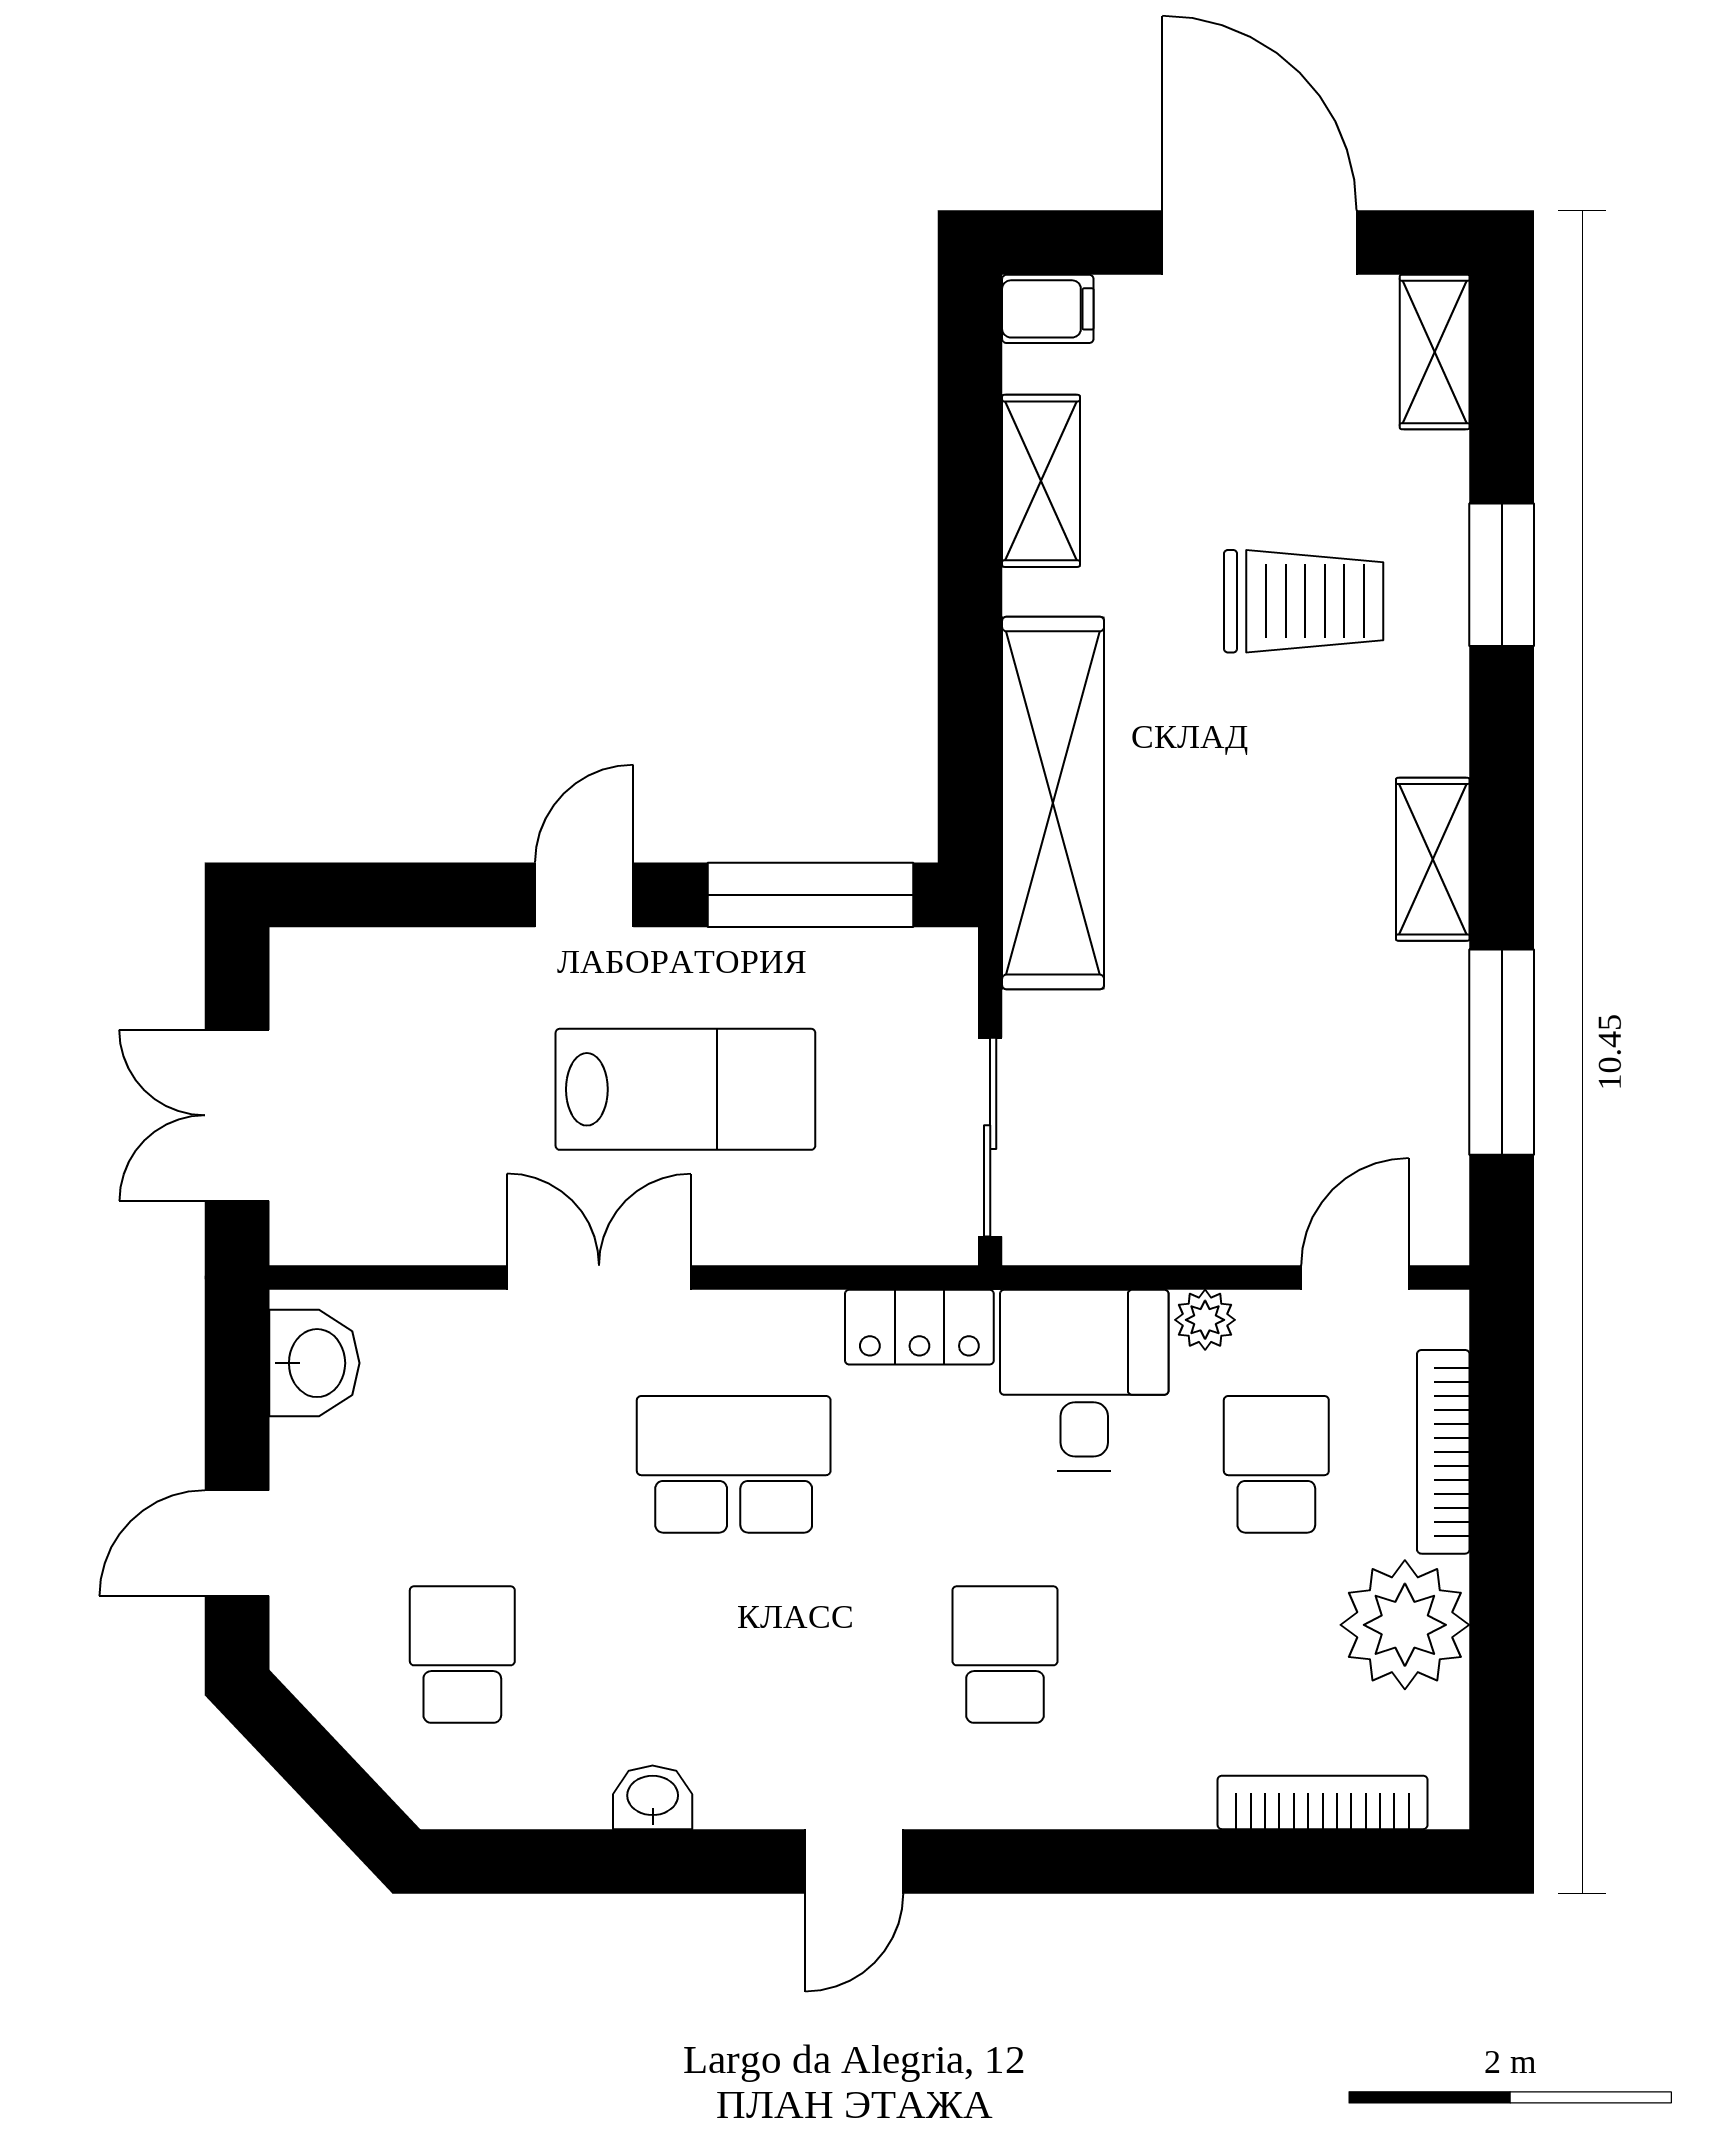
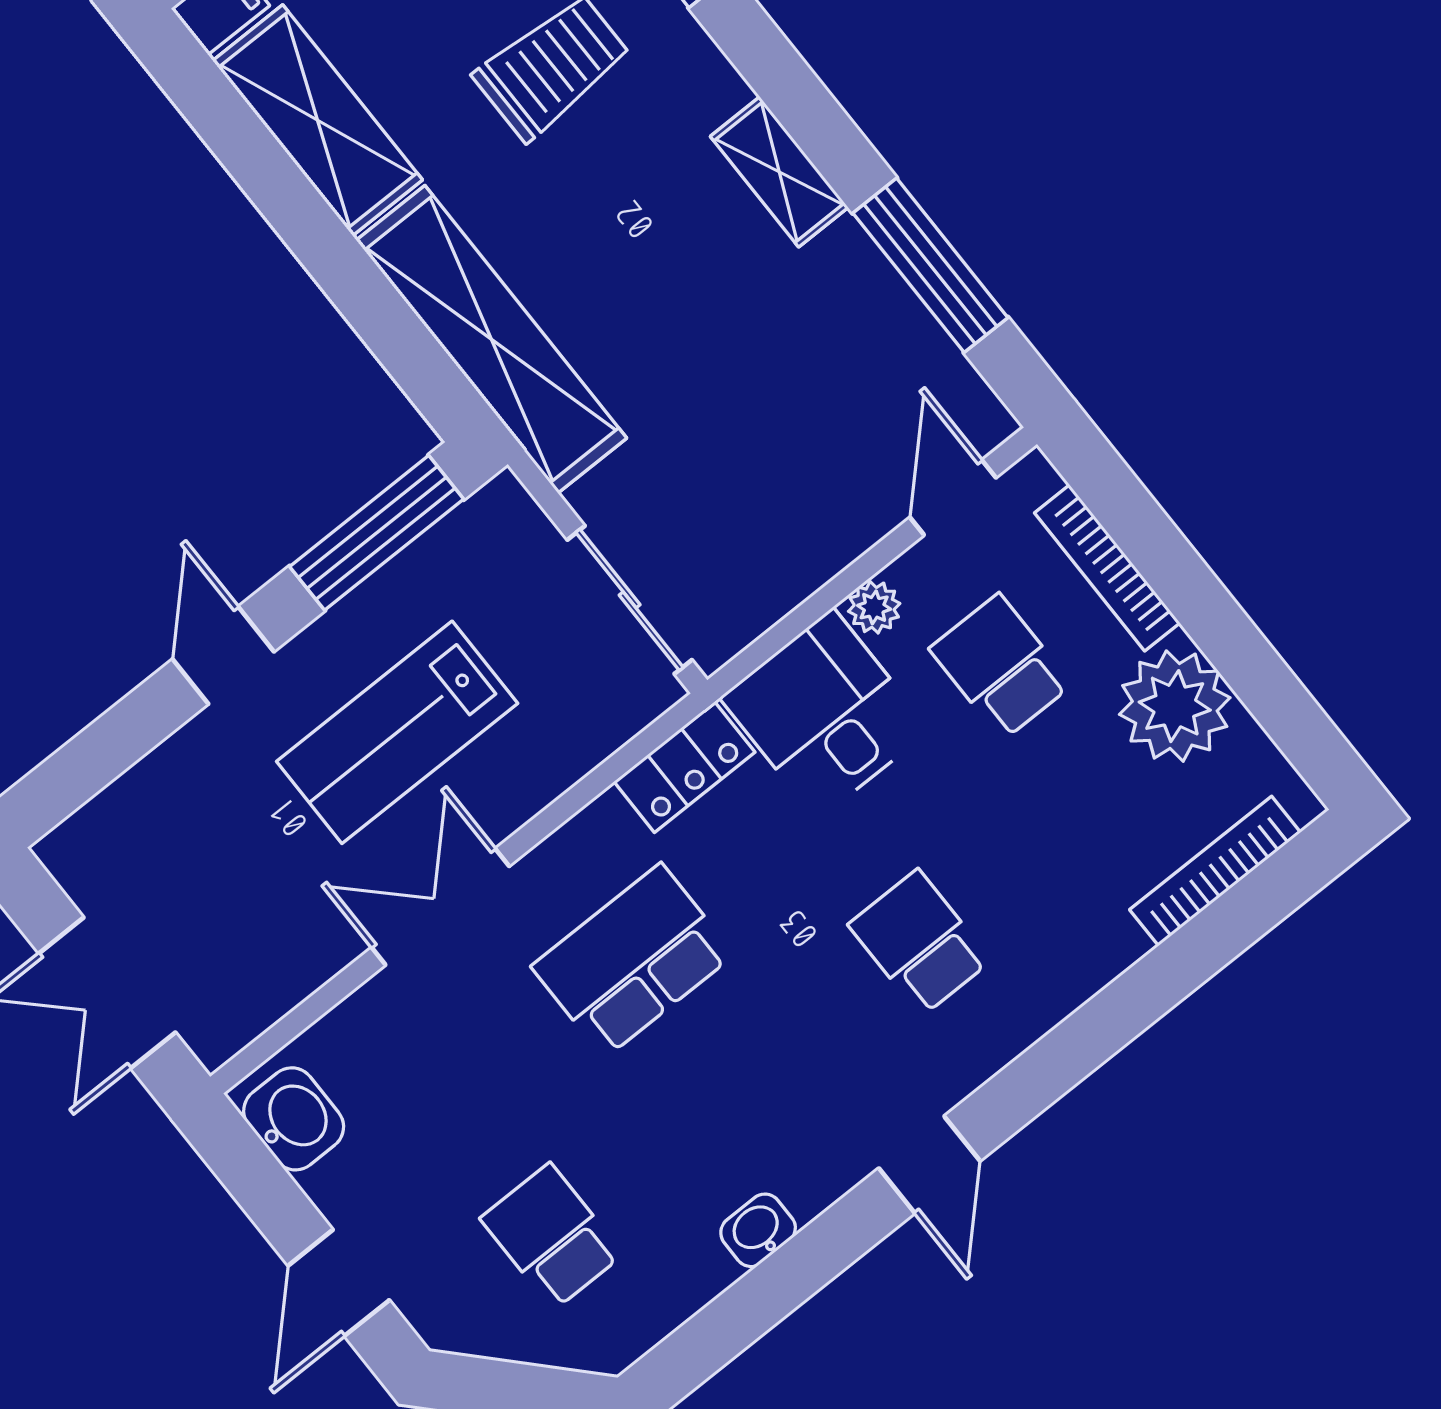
shelving: (1041, 481) -> (318, 120), width x1.50, depth x1.33
lab bench: (685, 1089) -> (397, 732), turned 180

